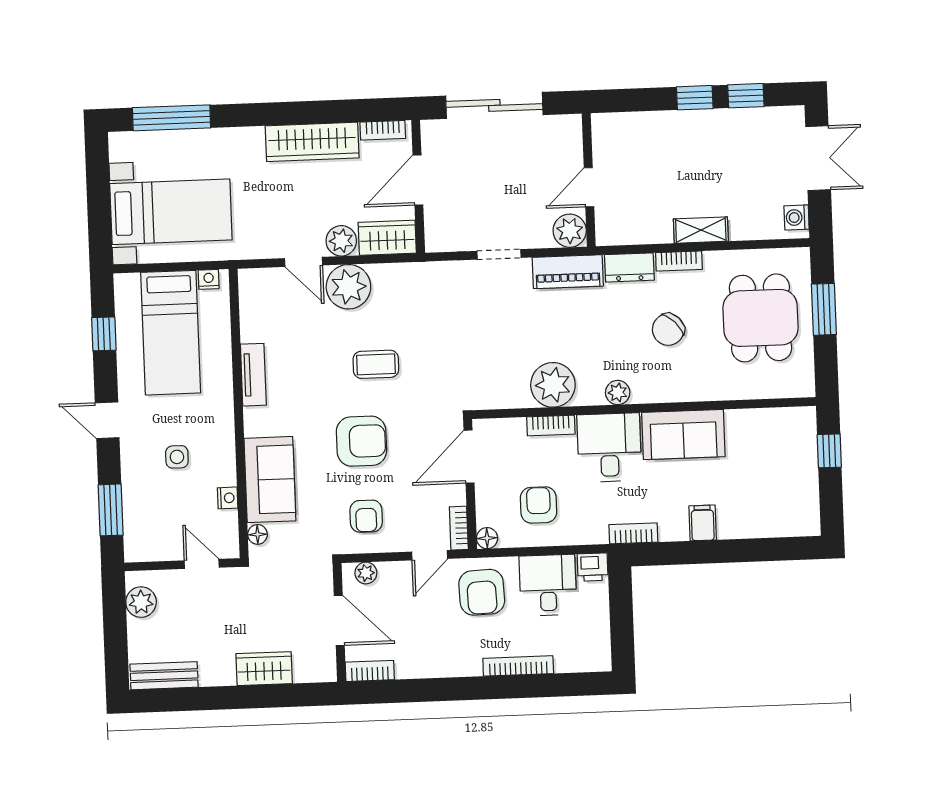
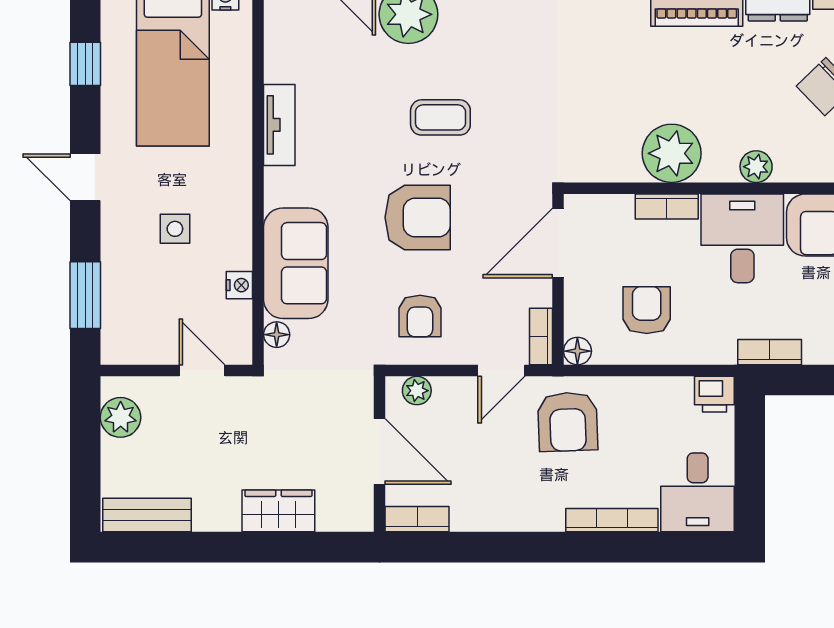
desk: (548, 585) -> (698, 492), moved, turned 180

